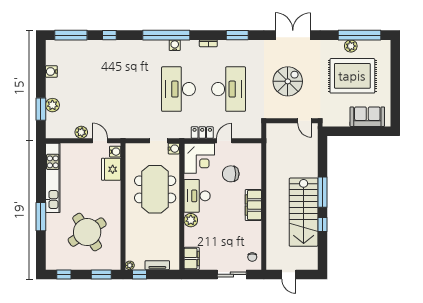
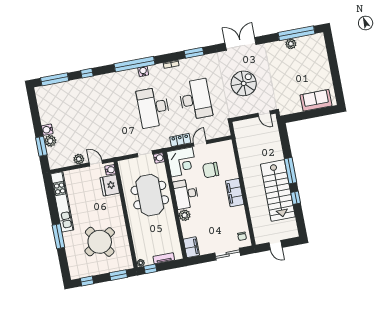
water cooler: (51, 71) -> (47, 130), moved
rug: (352, 76) -> (297, 69), removed

